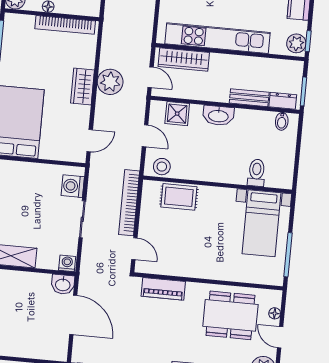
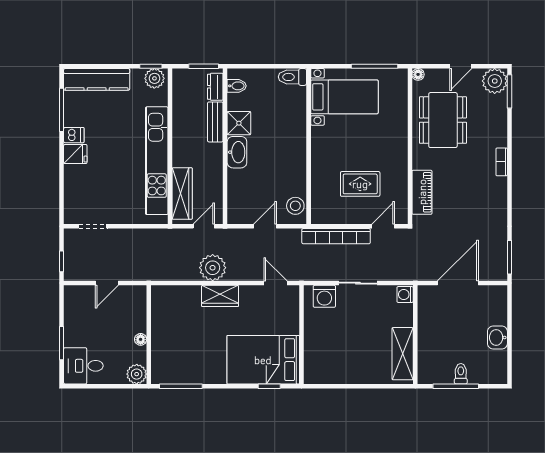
bookcase: (65, 25) -> (158, 320), removed
shower: (177, 114) -> (239, 123), moved
toilet: (256, 173) -> (292, 77), moved
rug: (179, 197) -> (360, 184), moved, turned 90
washbasin: (63, 284) -> (497, 338), moved, turned 180
floor lamp: (275, 313) -> (418, 74), moved

